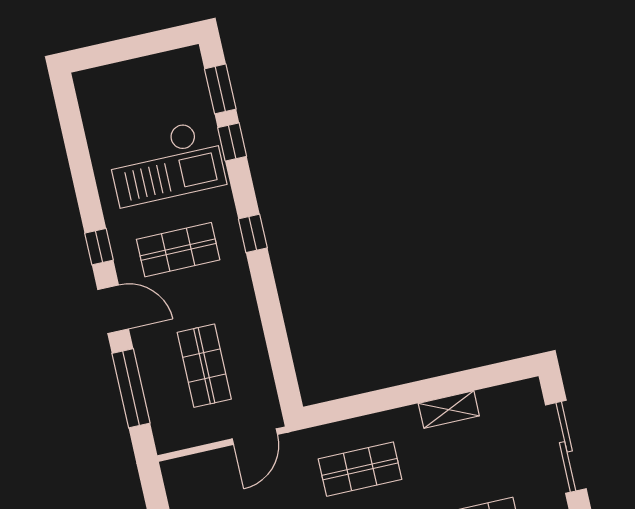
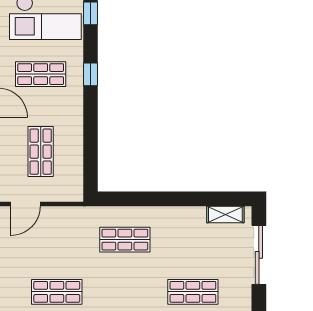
shelving: (449, 410) -> (225, 214), moved
door: (255, 437) -> (25, 204), moved

